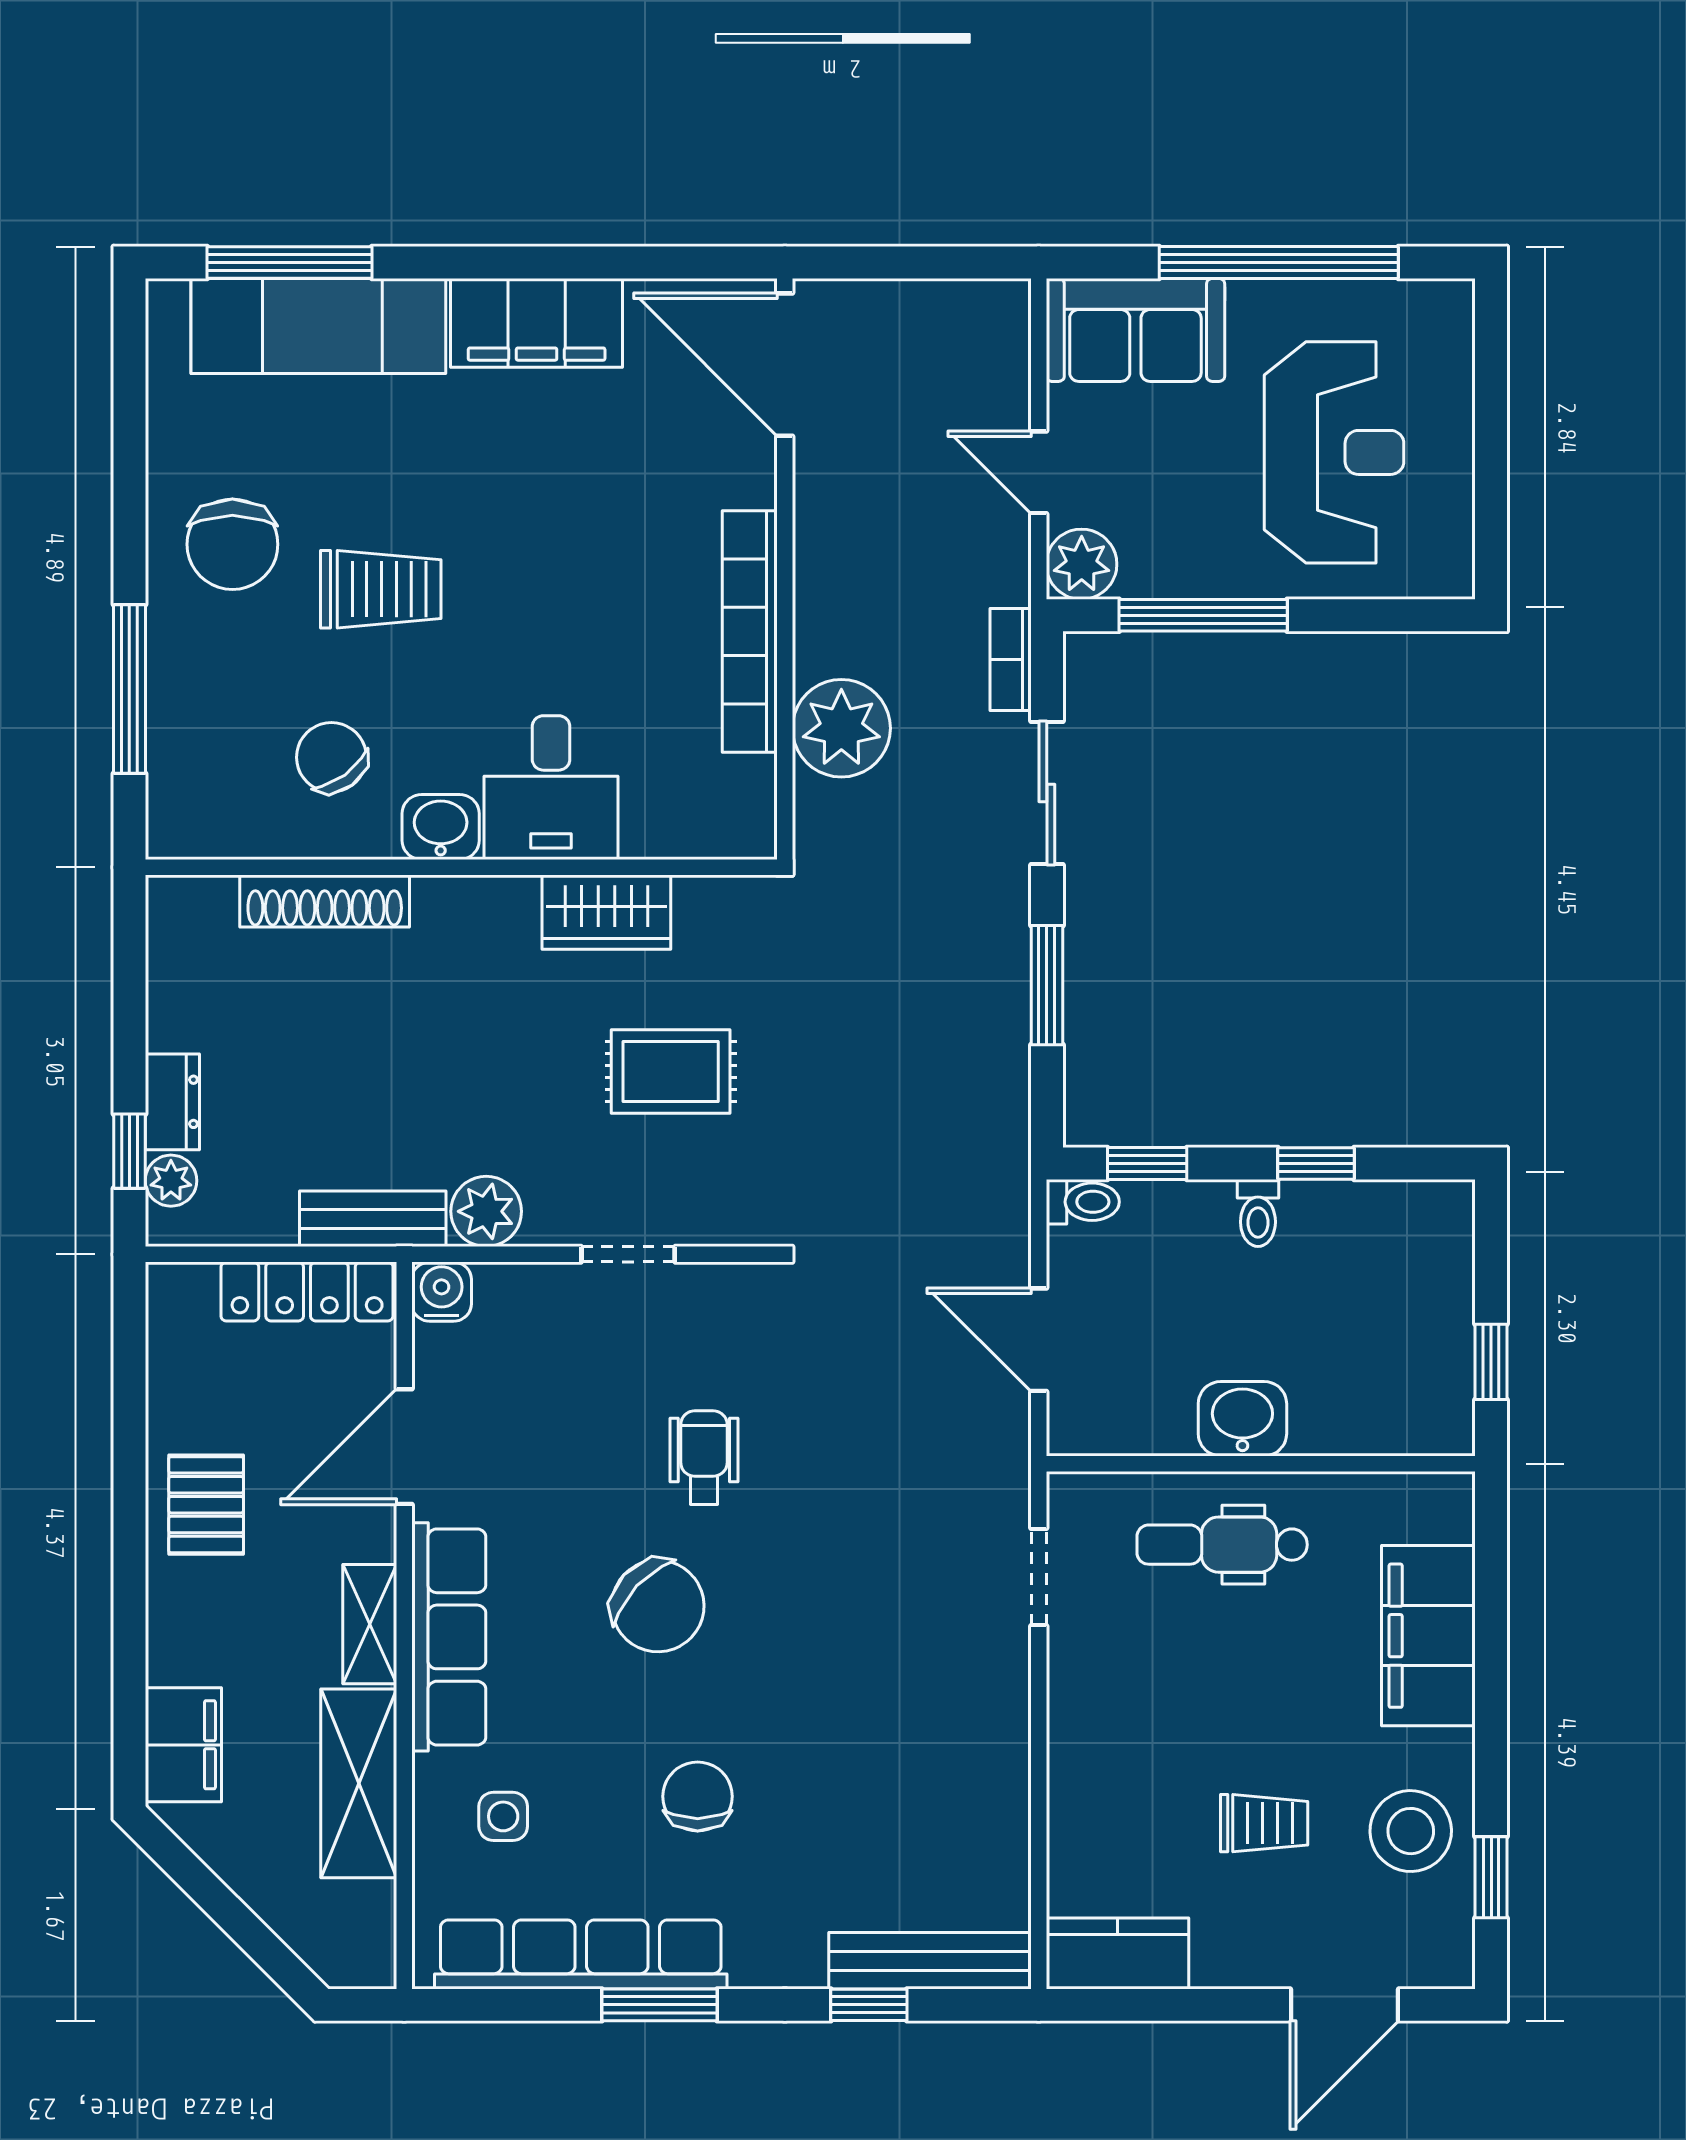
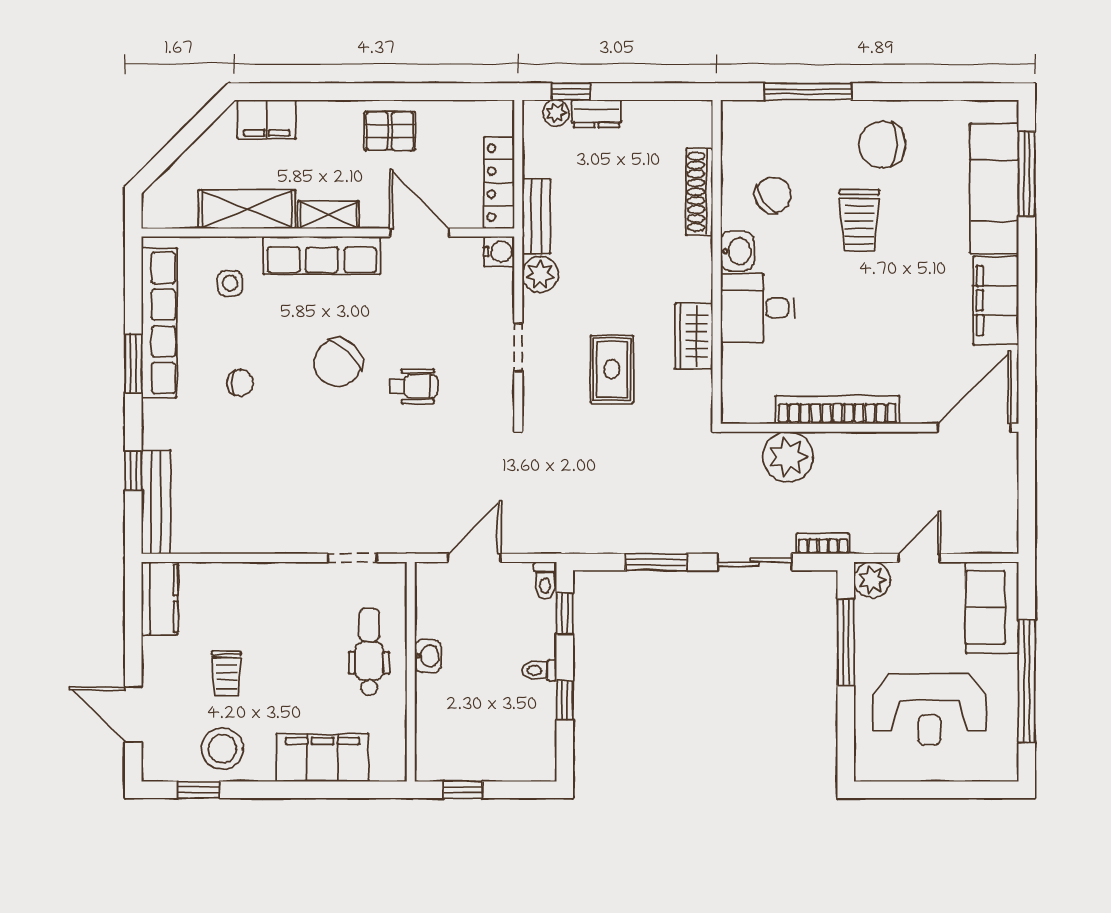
washbasin: (1242, 1419) -> (428, 656), width x0.72, depth x0.69
chair: (698, 1796) -> (240, 383), width x0.73, depth x0.73

